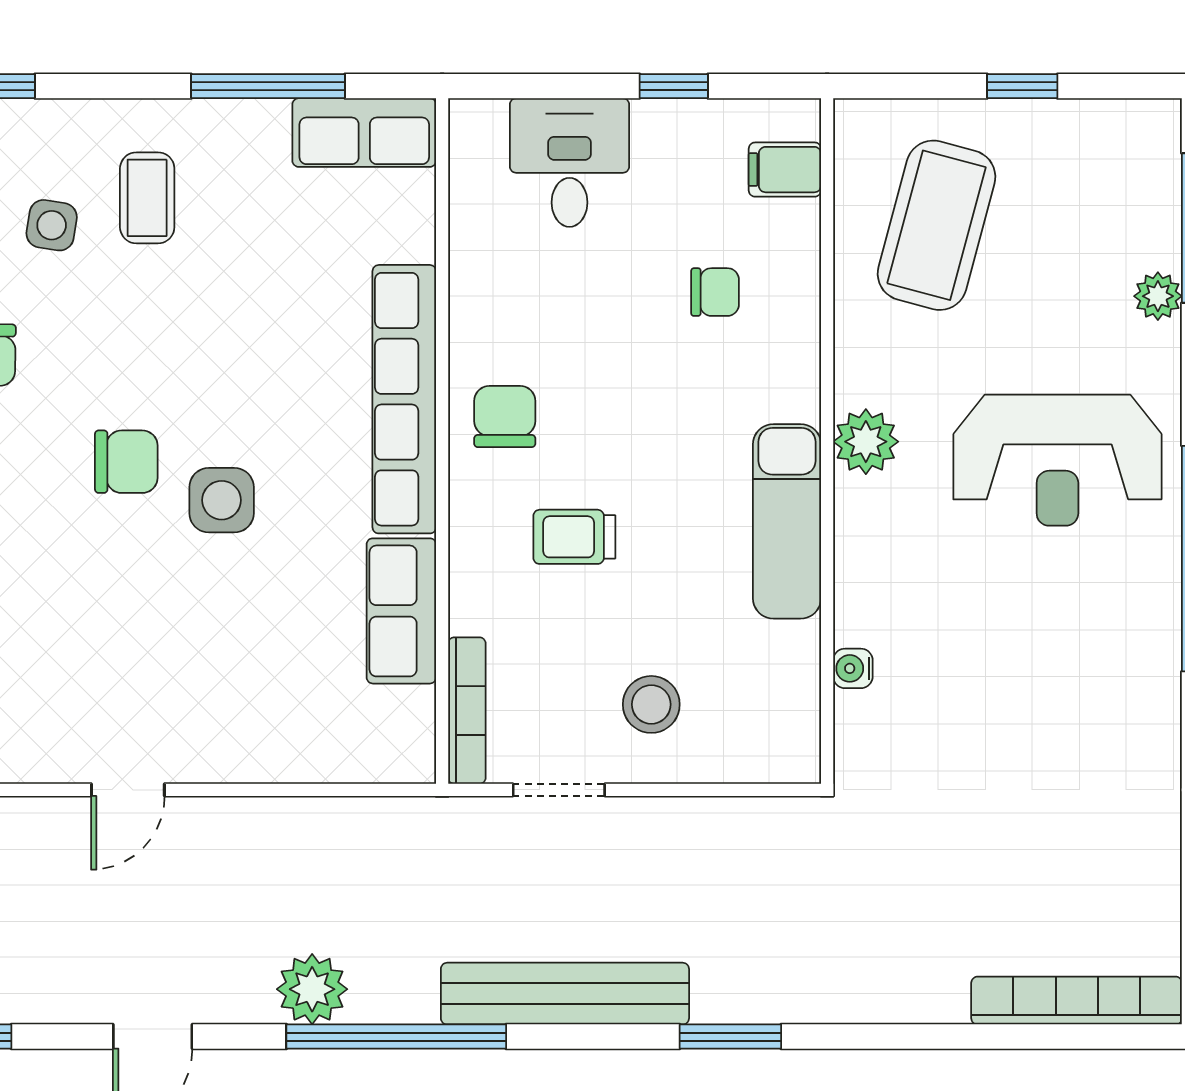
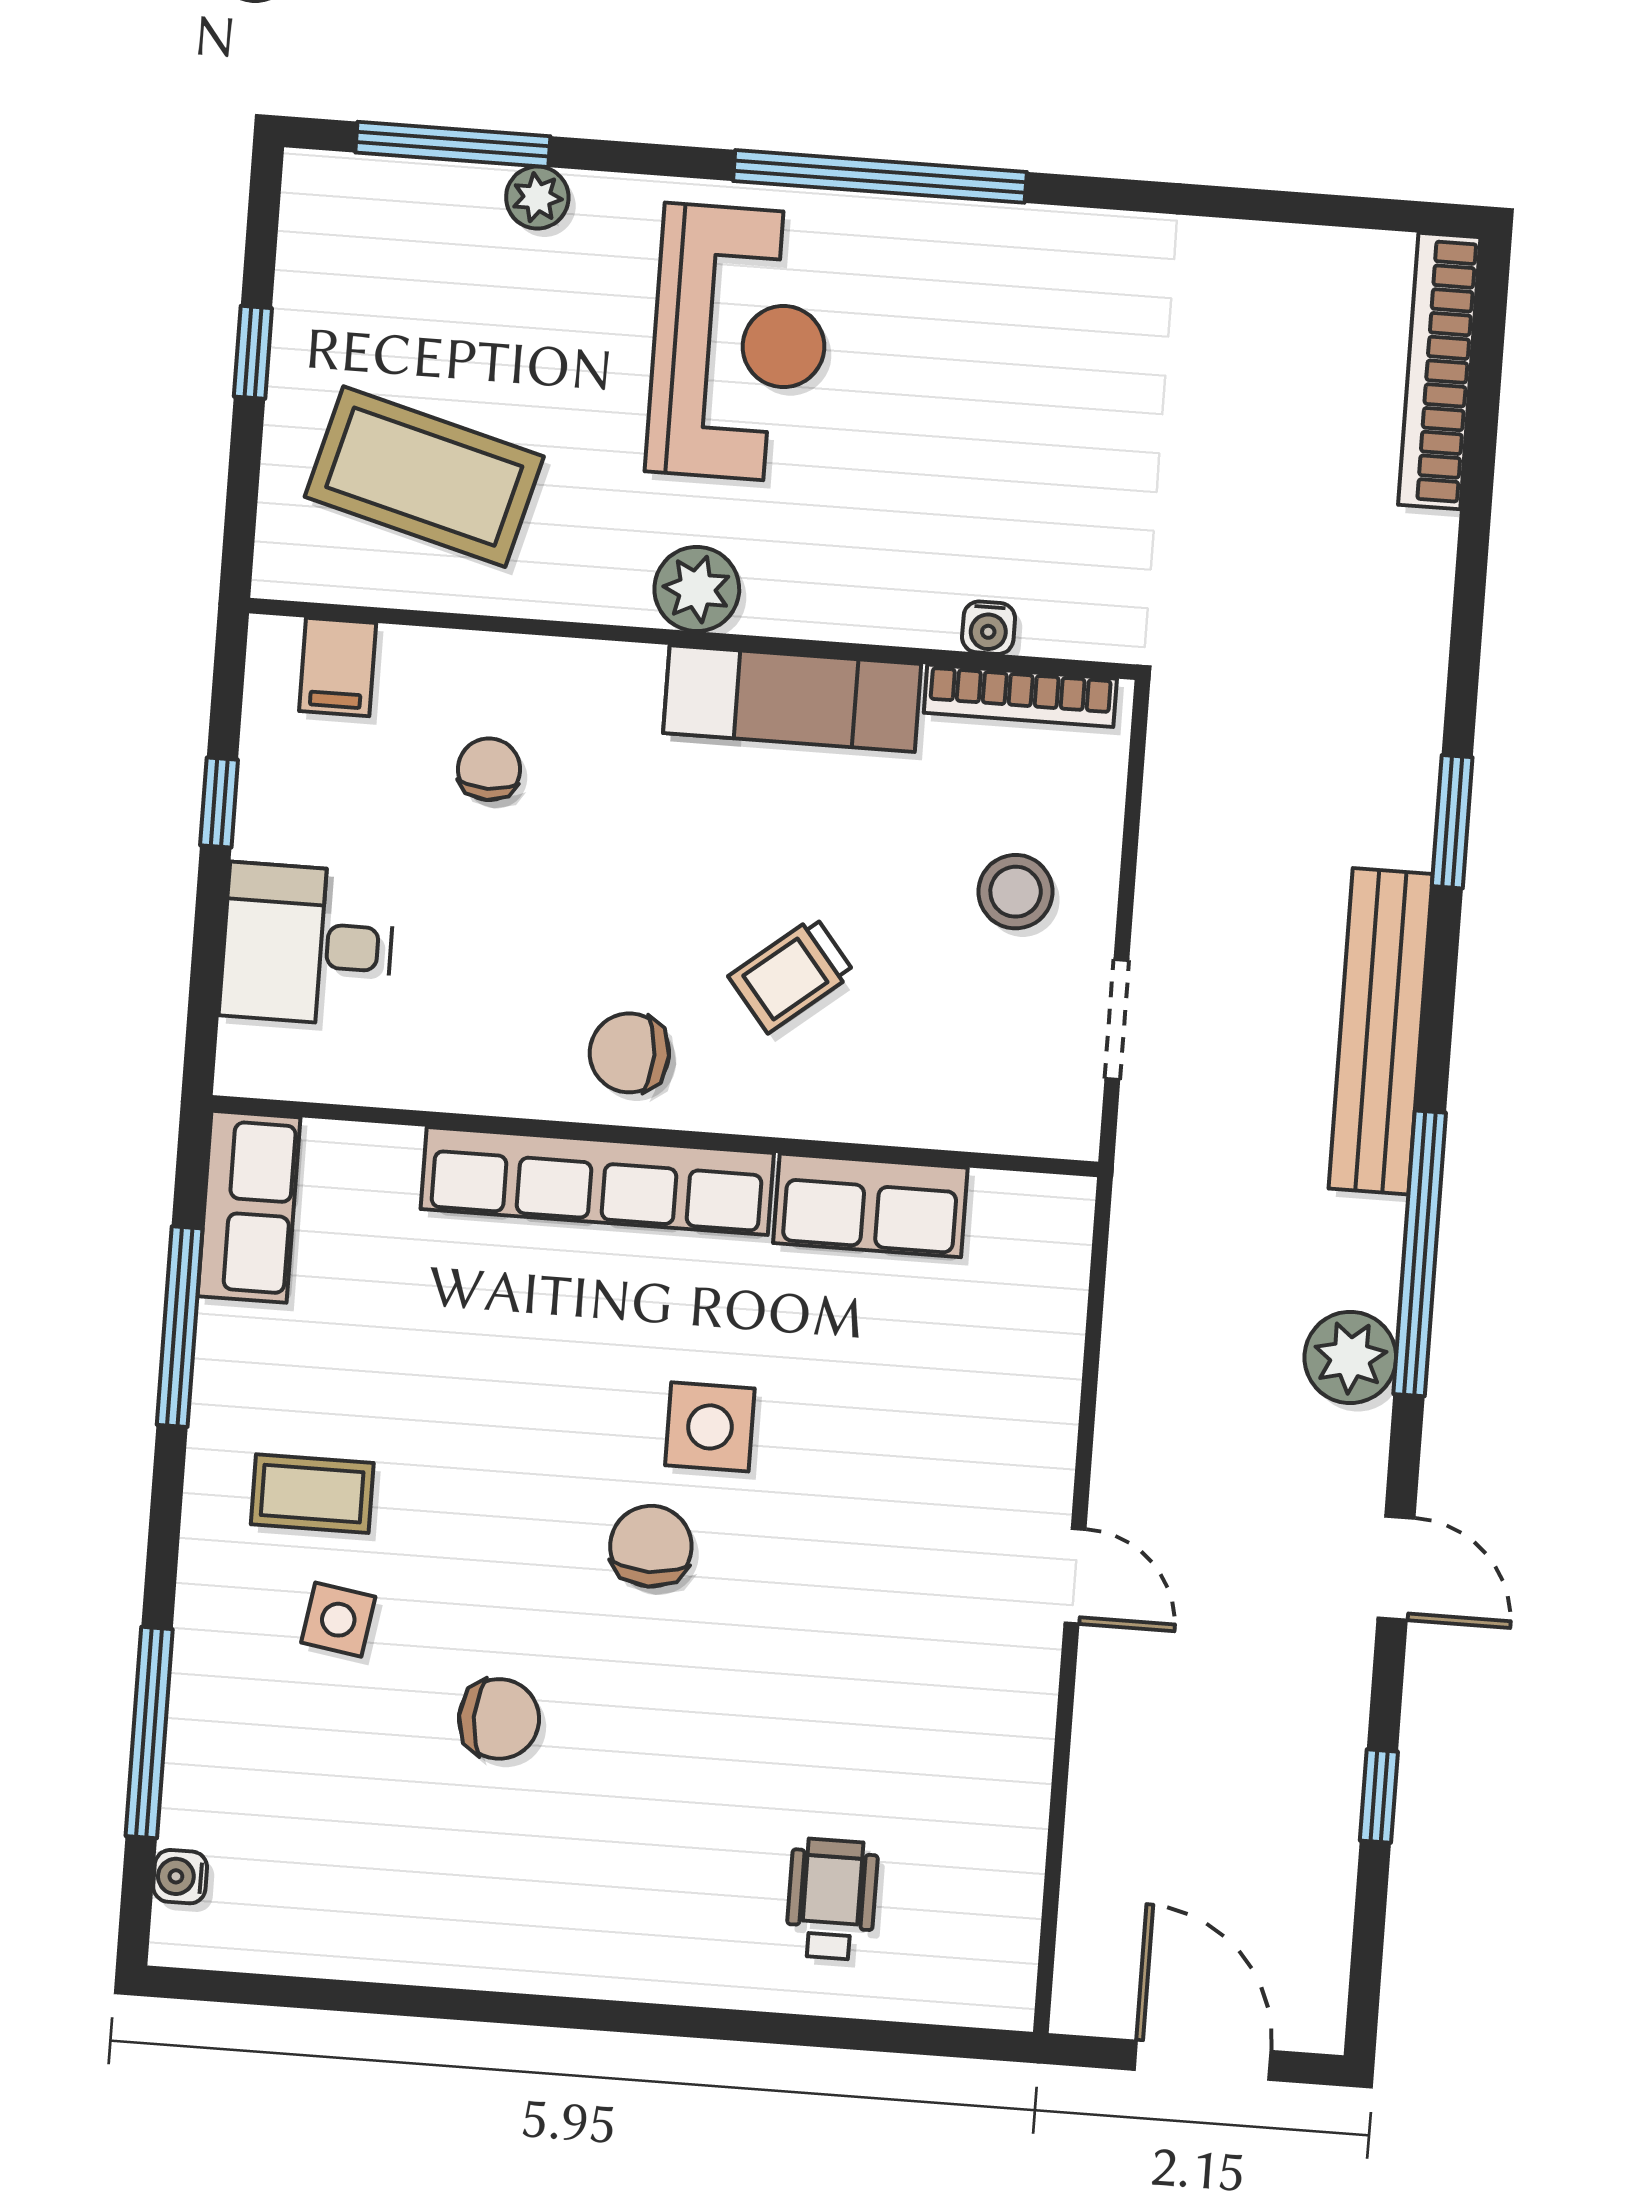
trolley: (574, 537) -> (792, 975), turned 51
bookcase: (467, 711) -> (1020, 696), moved, turned 180

